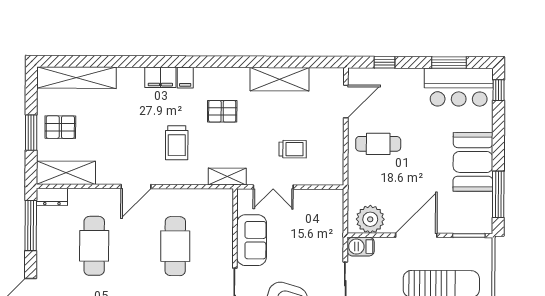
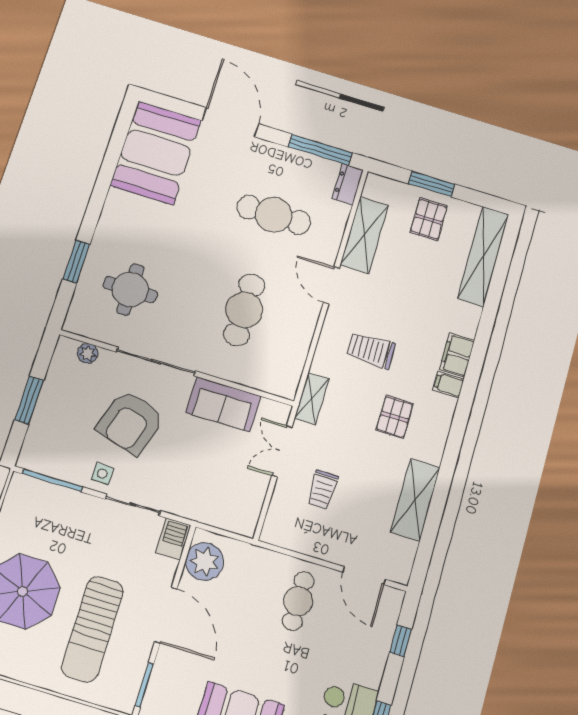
shelving: (66, 173) -> (364, 235), moved
cafe table: (175, 246) -> (244, 310), turned 90

